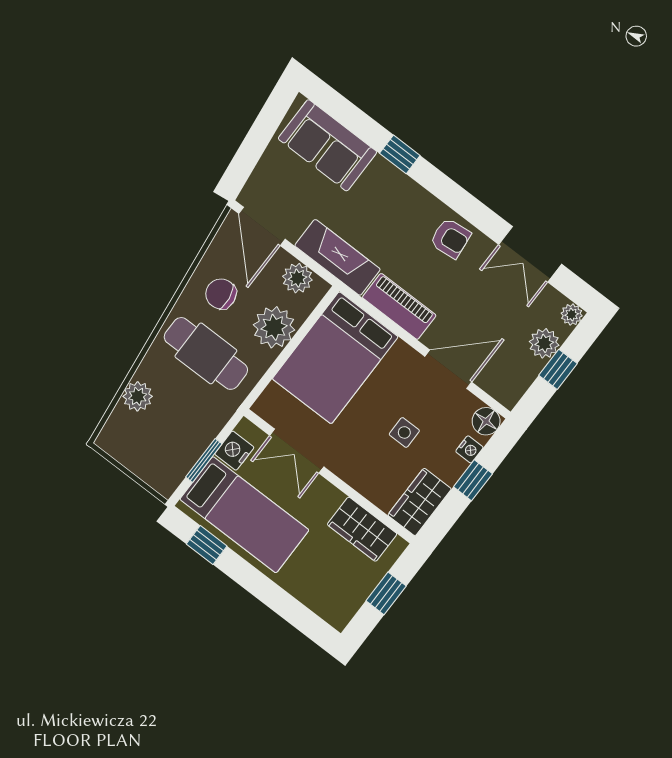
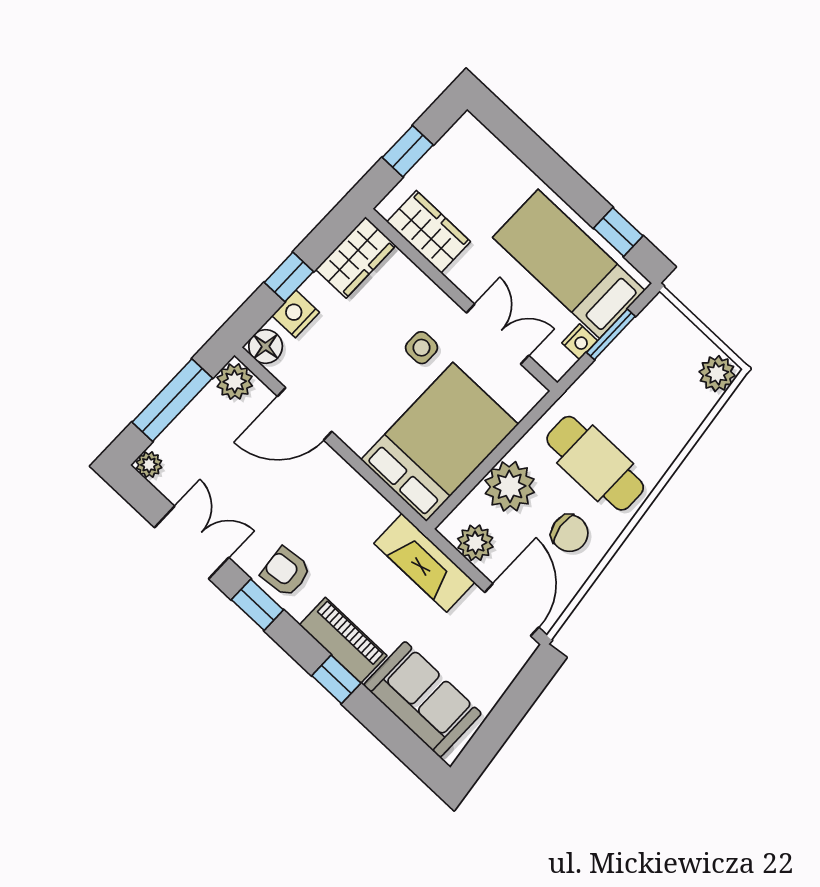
window: (471, 209) -> (257, 605), added
piano: (399, 306) -> (343, 640), moved, turned 180
plant: (544, 343) -> (235, 382), moved
window: (558, 369) -> (172, 400), width x2.17
plant: (138, 396) -> (717, 374), moved
side table: (404, 432) -> (422, 348), moved
nightstand: (469, 449) -> (296, 314), width x1.39, depth x1.35
nightstand: (234, 451) -> (580, 342), width x0.72, depth x0.74

